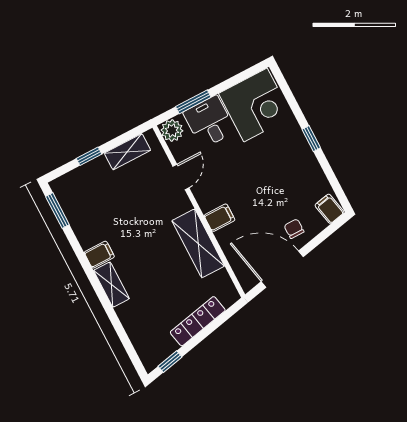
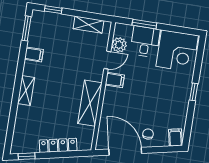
plant: (172, 130) -> (119, 45), moved
window: (89, 156) -> (53, 10), moved
filing cabinet: (220, 218) -> (115, 80), moved
filing cabinet: (99, 255) -> (34, 54), moved

